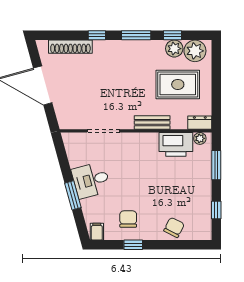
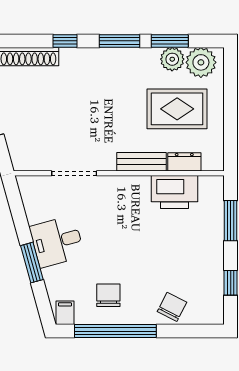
window: (173, 35) -> (170, 41), width x1.50
dresser: (200, 123) -> (184, 162), moved
plant: (200, 138) -> (208, 184), removed
window: (133, 245) -> (115, 331), width x3.17

